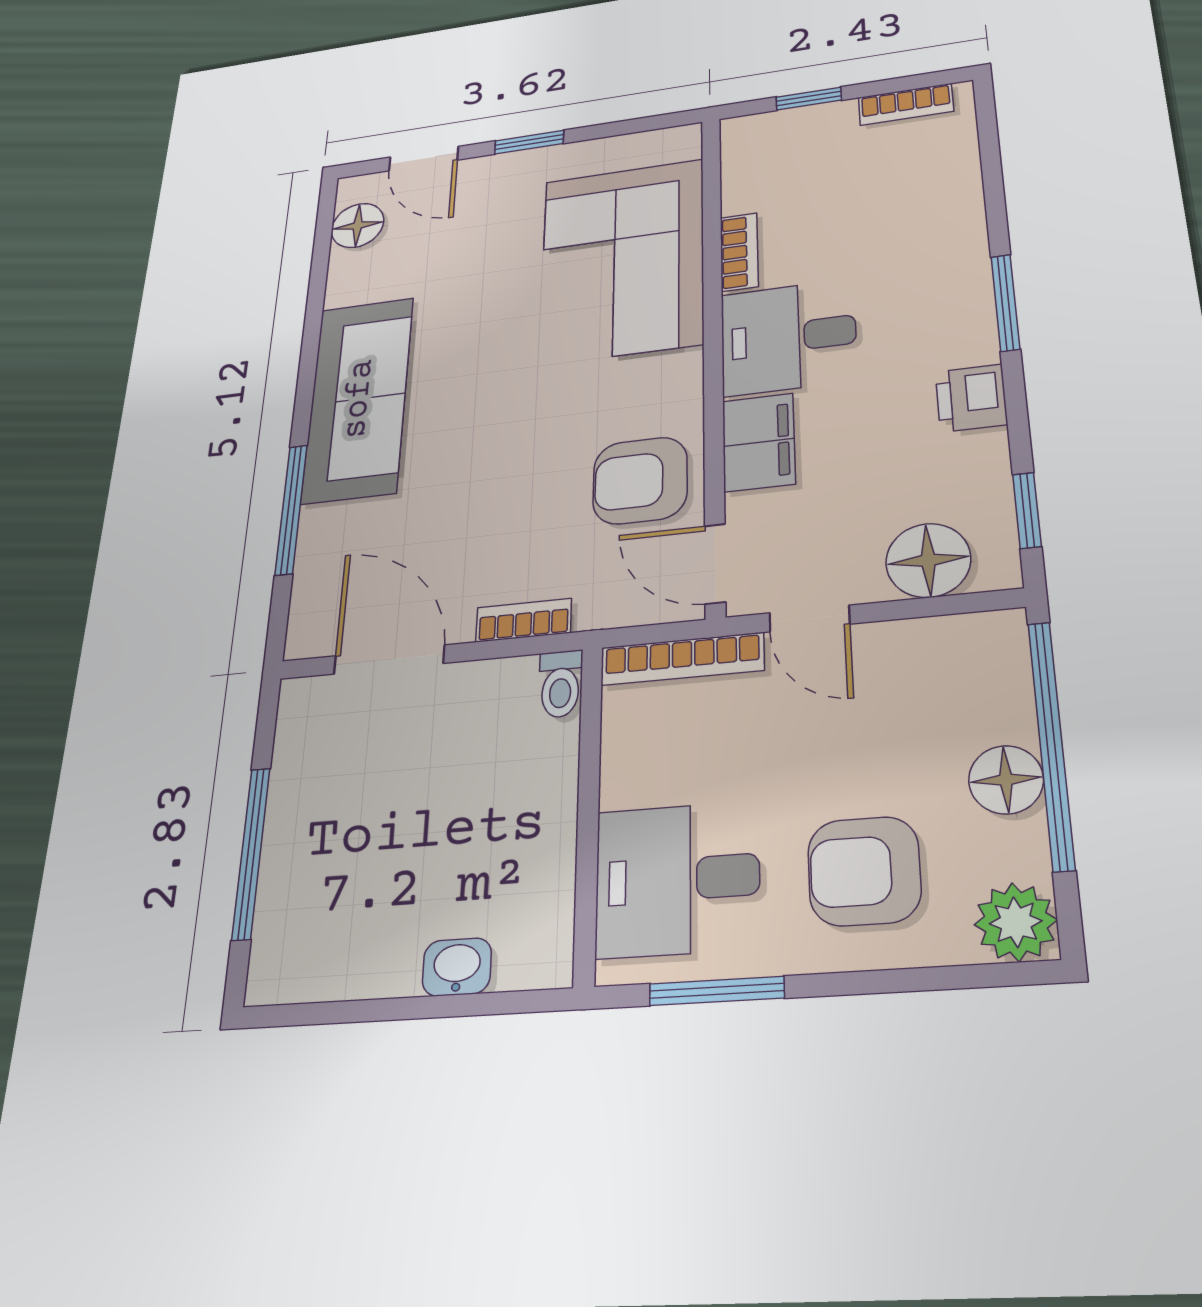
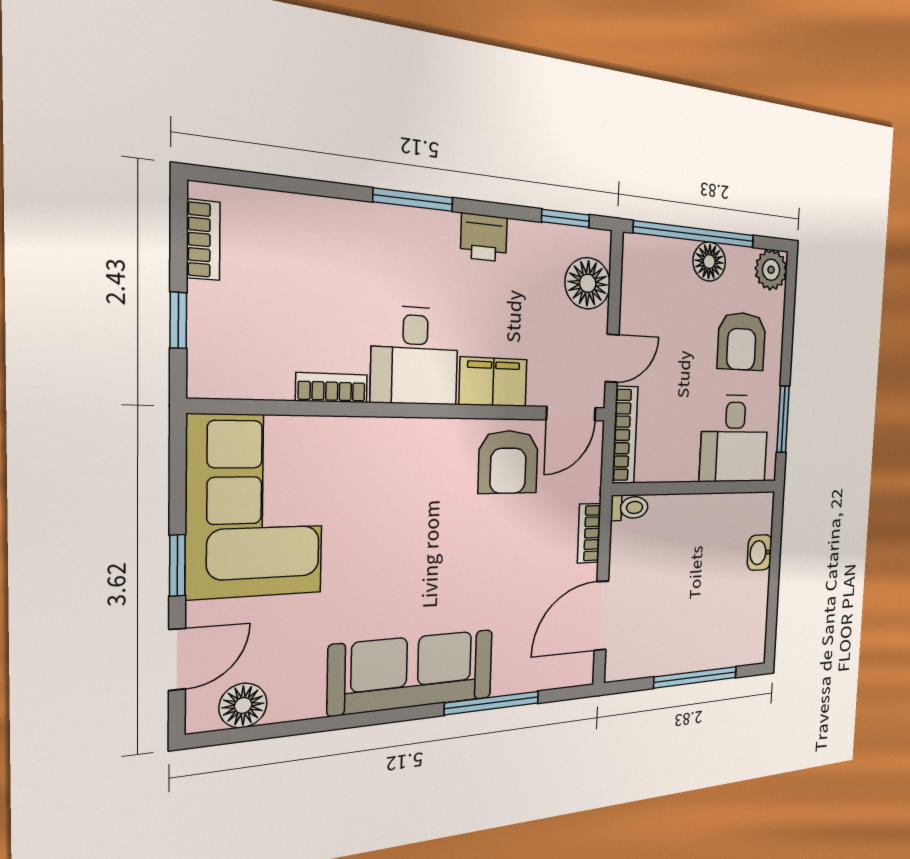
corner sofa: (622, 261) -> (256, 506), moved, turned -90

